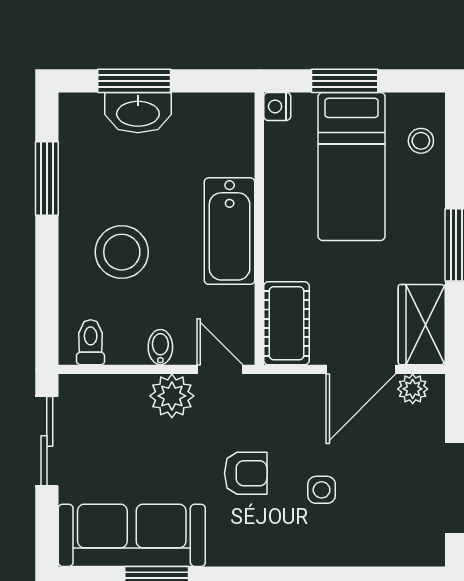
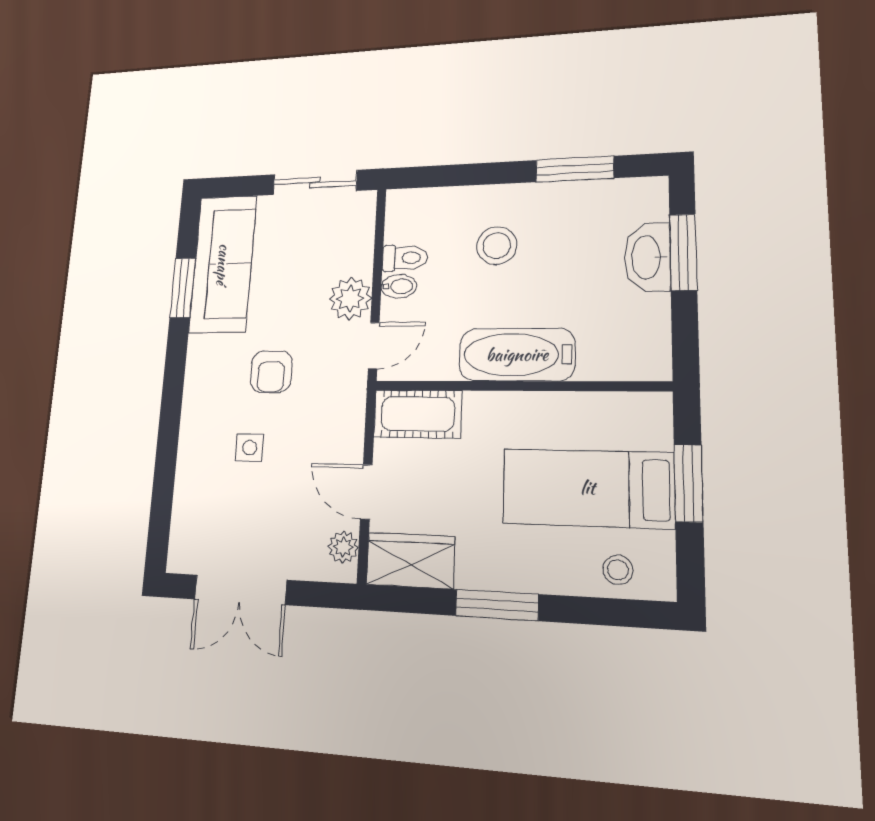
nightstand: (277, 106) -> (657, 406), removed
stool: (122, 252) -> (497, 246), width x0.73, depth x0.73
toilet: (91, 342) -> (405, 258), moved
door: (361, 369) -> (366, 492), width x0.73

